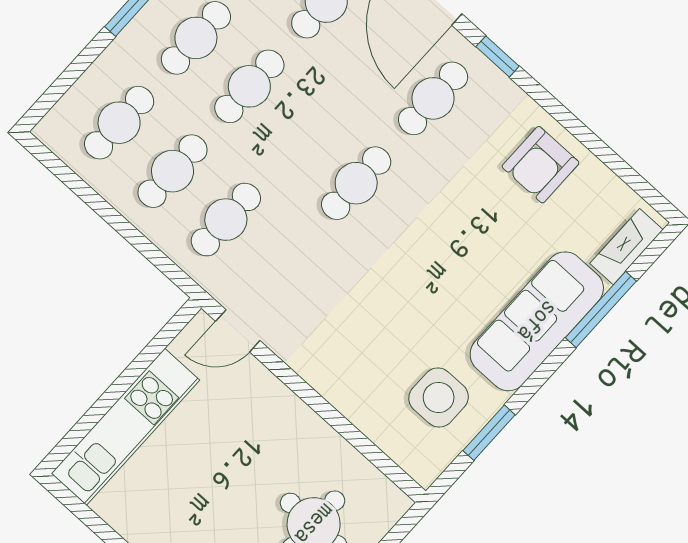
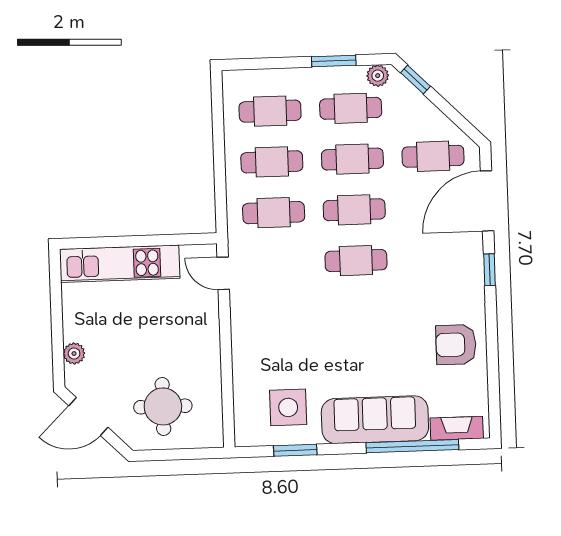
cafe table: (433, 98) -> (354, 210), moved
window: (601, 309) -> (412, 446), width x1.46

